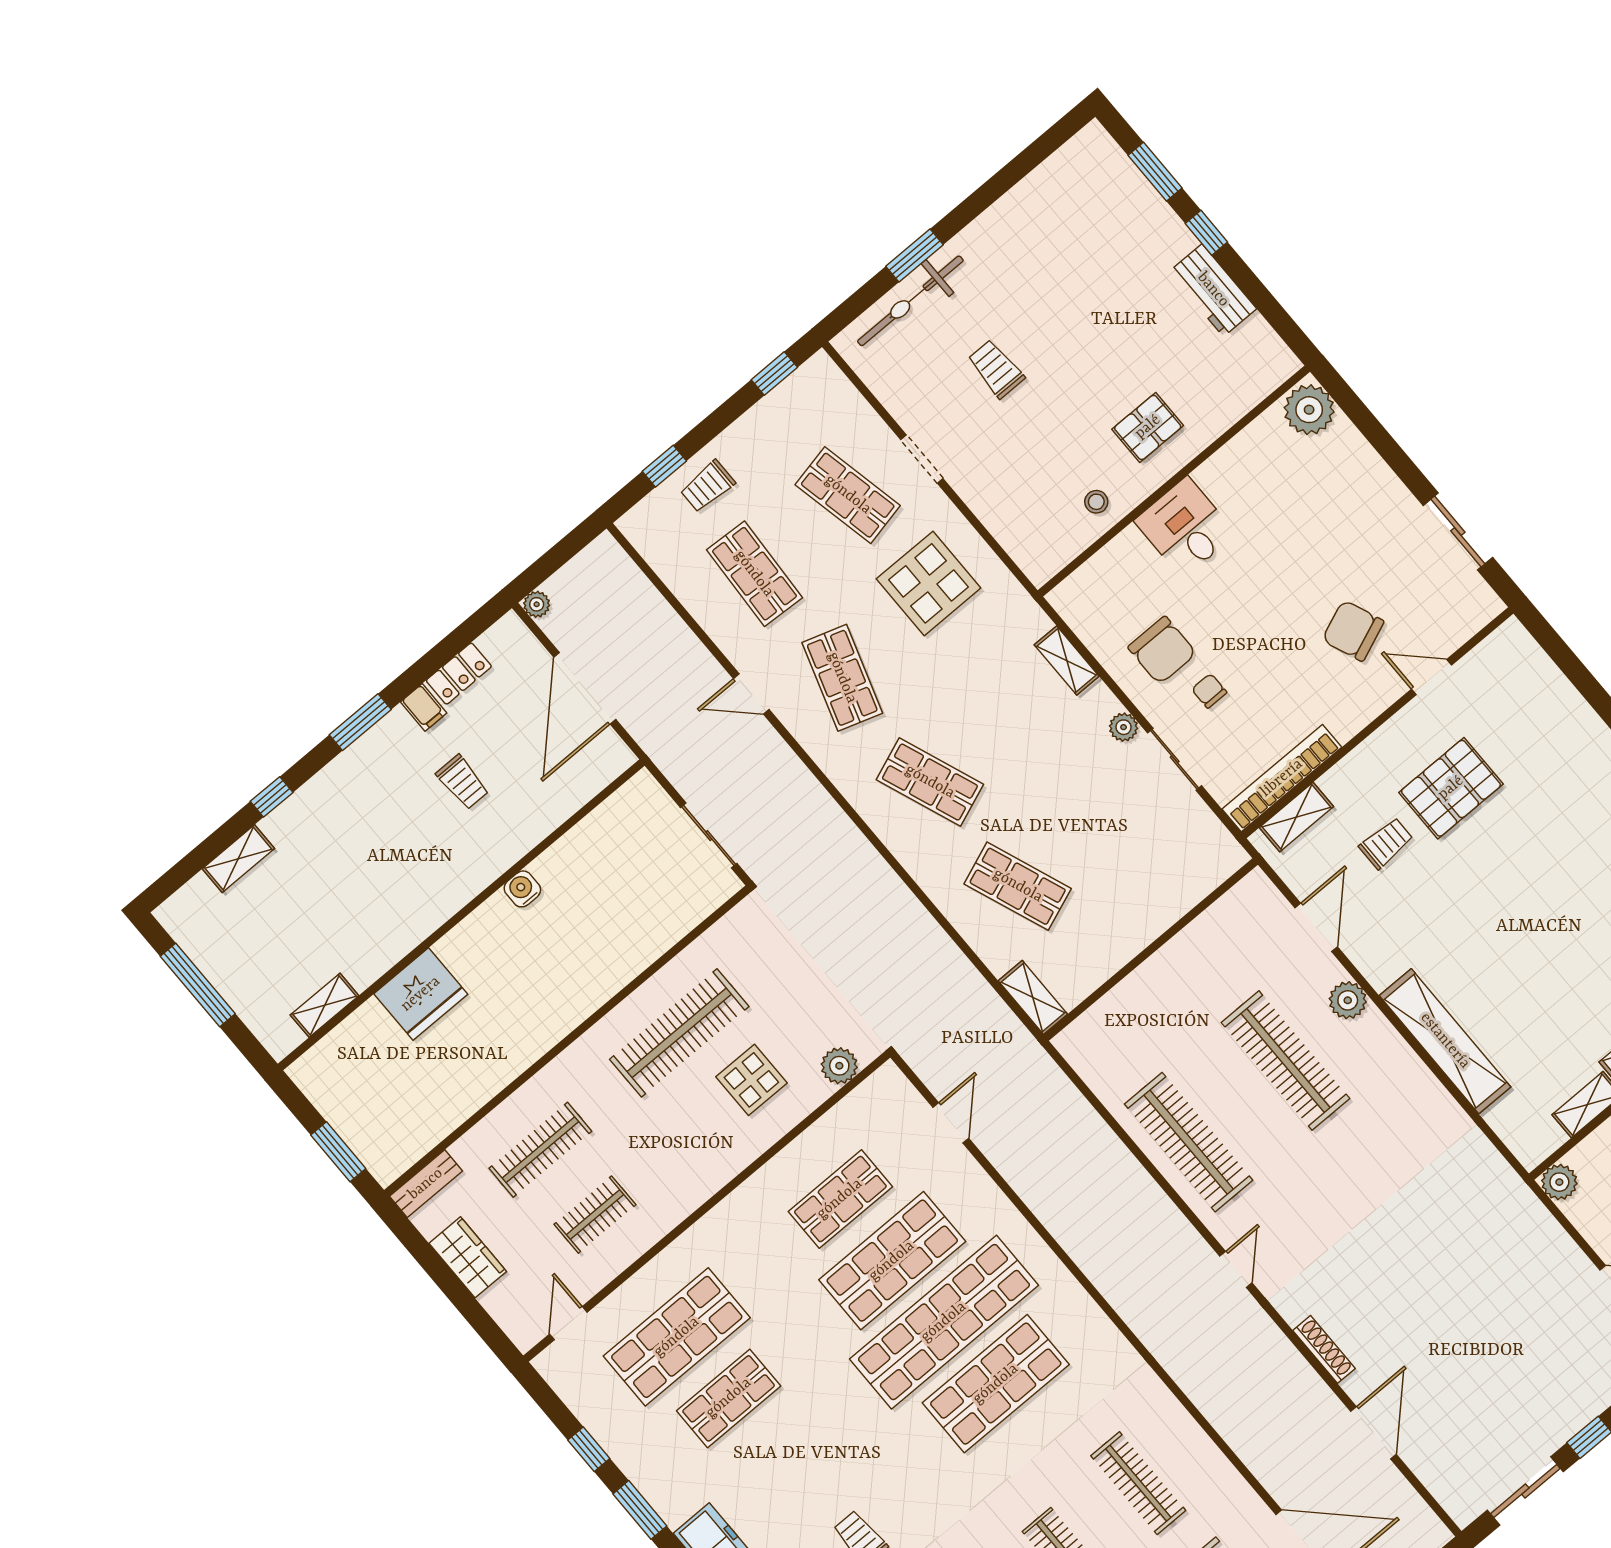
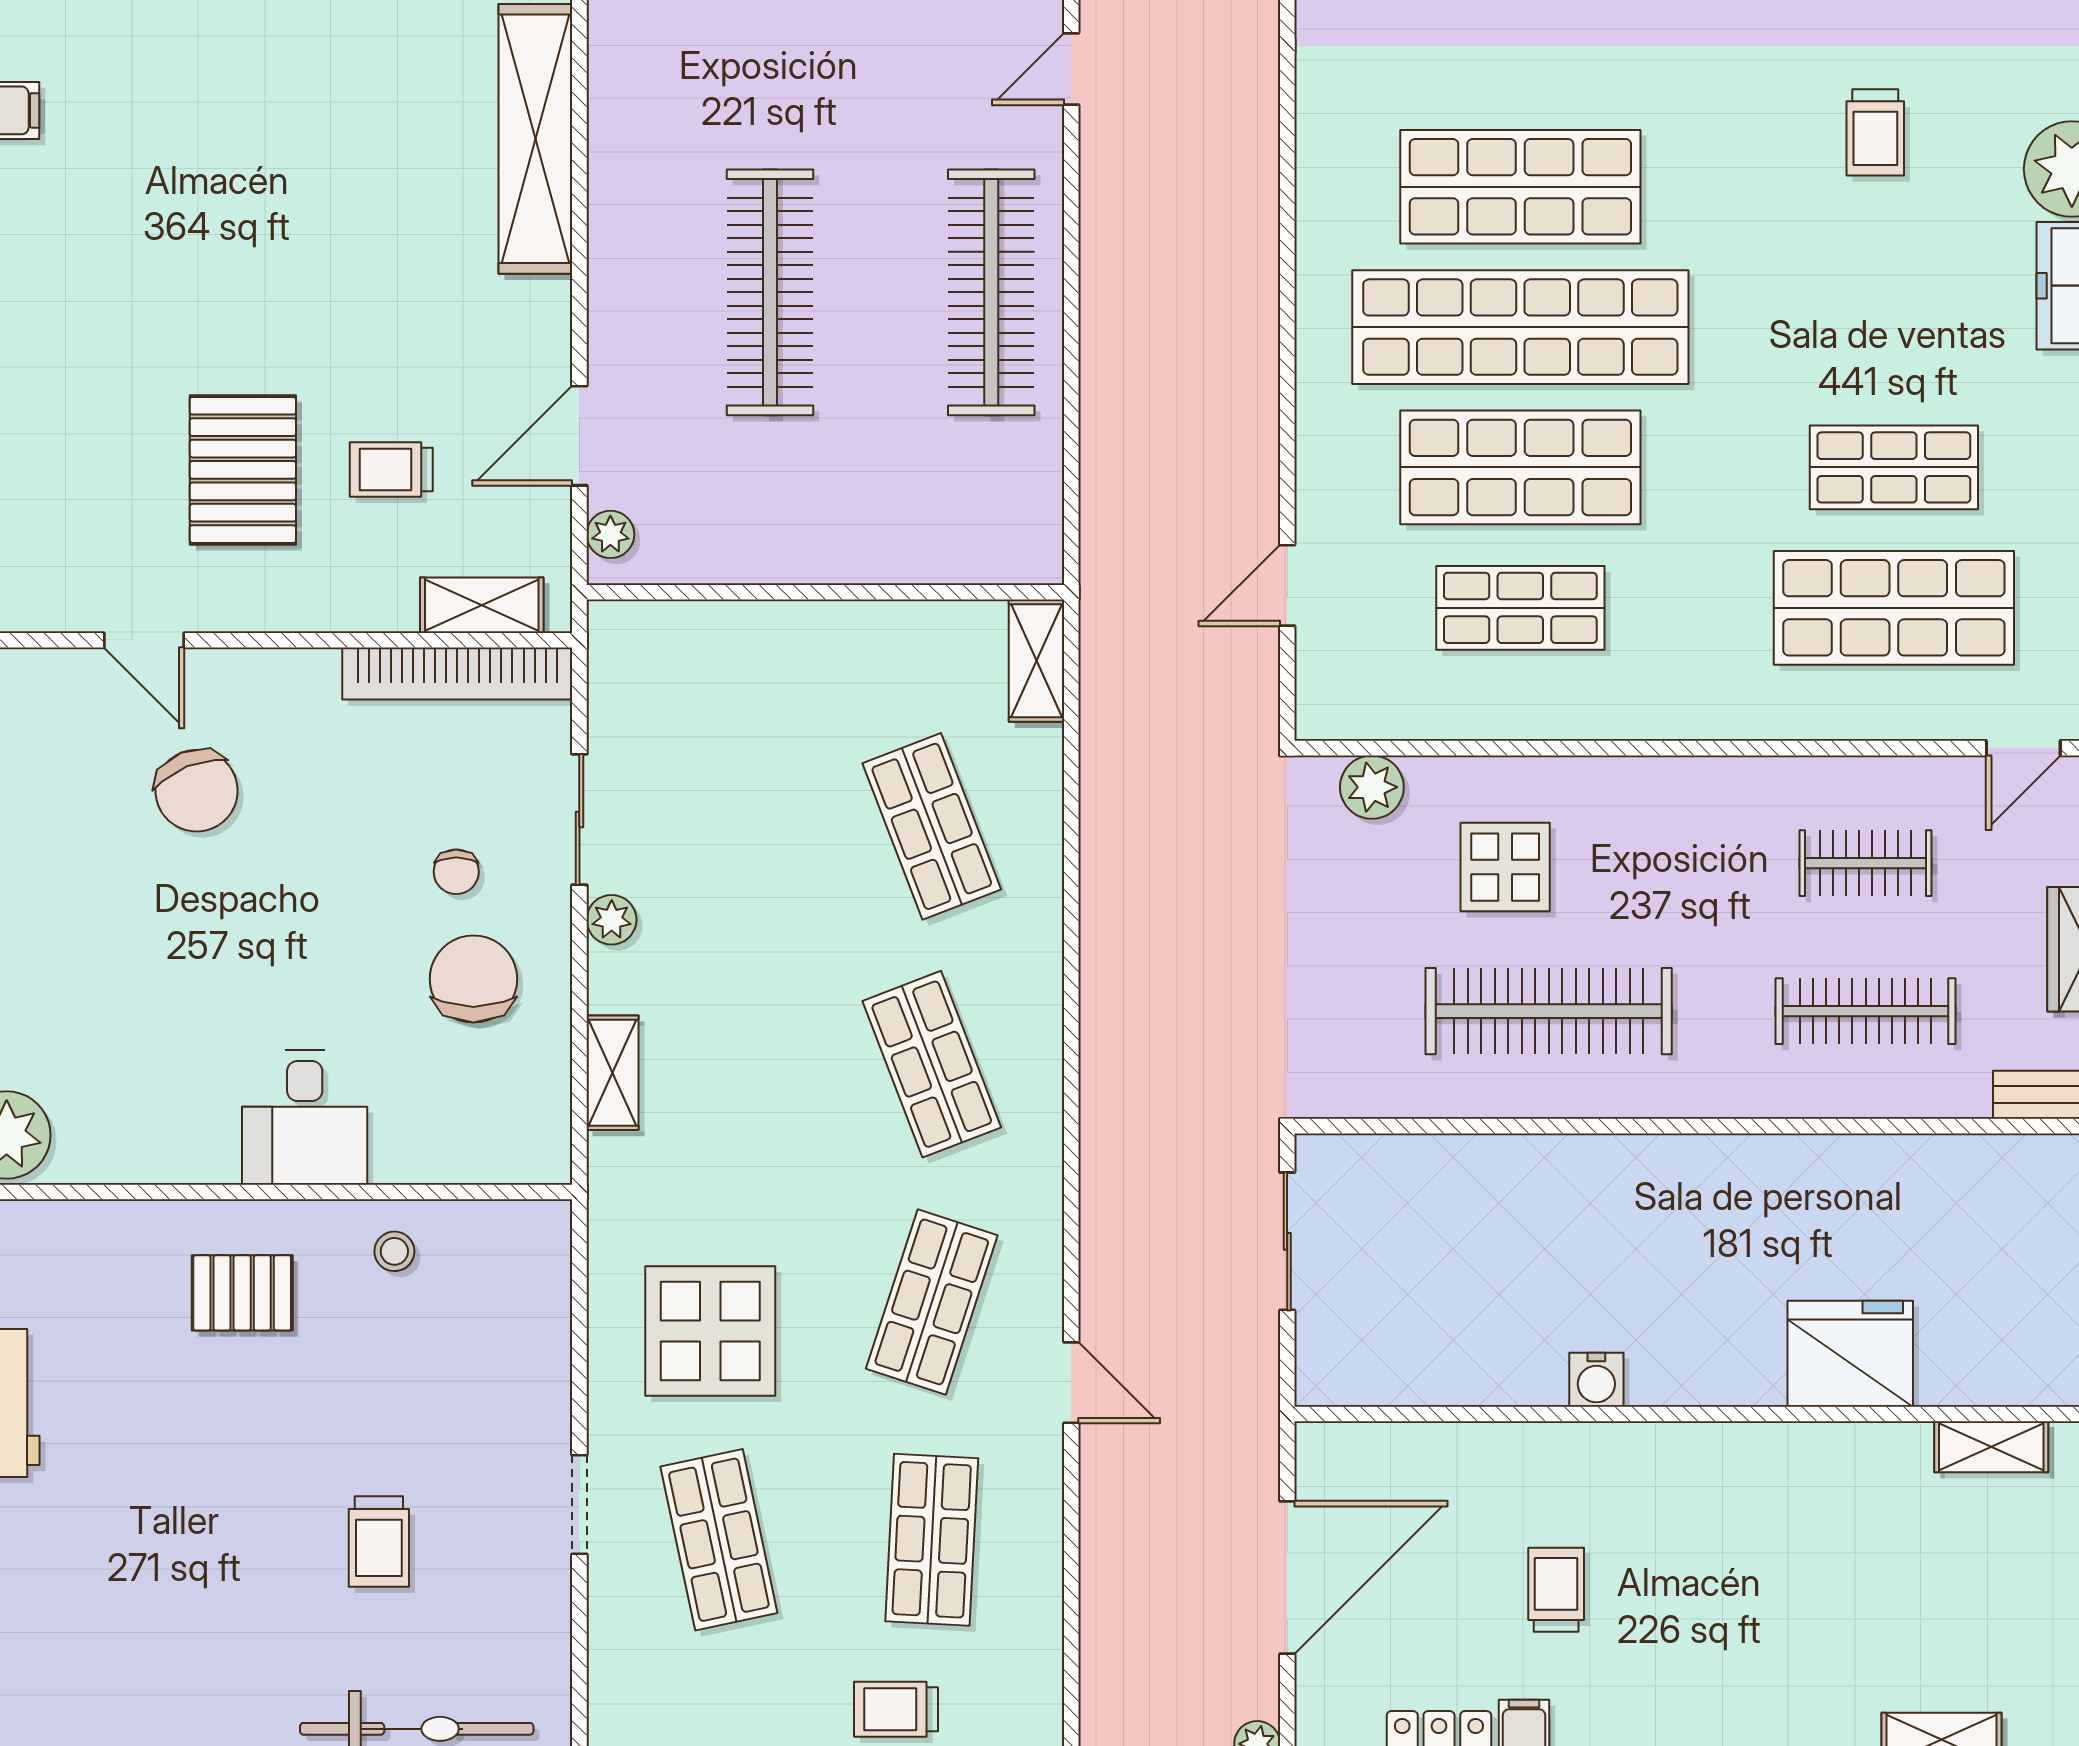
trolley: (708, 486) -> (896, 1709), turned 180
pallet: (1451, 788) -> (243, 470), turned 90
plant: (1348, 1000) -> (610, 534), moved, width x0.73, depth x0.73

